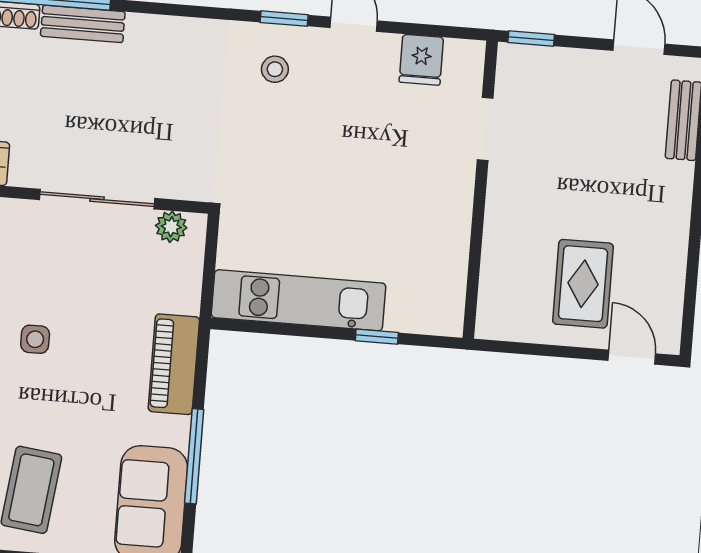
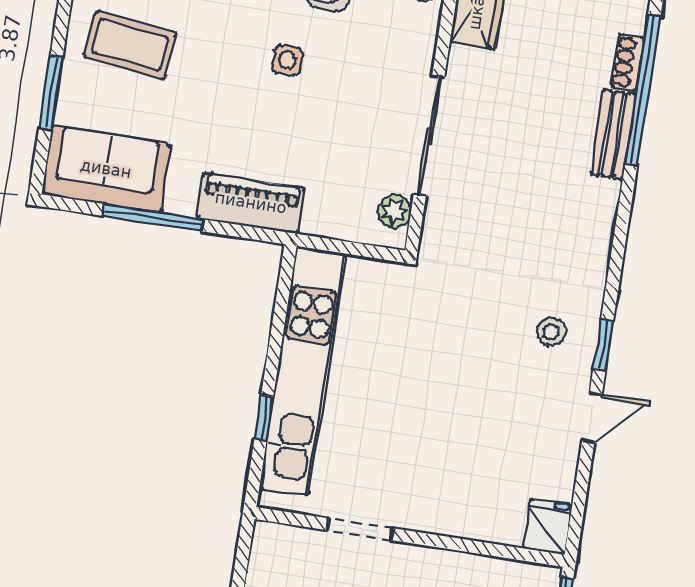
fridge: (421, 60) -> (547, 526), moved, turned 90
doorway: (485, 129) -> (360, 529), moved
kitchen unit: (298, 300) -> (303, 371), width x1.36

